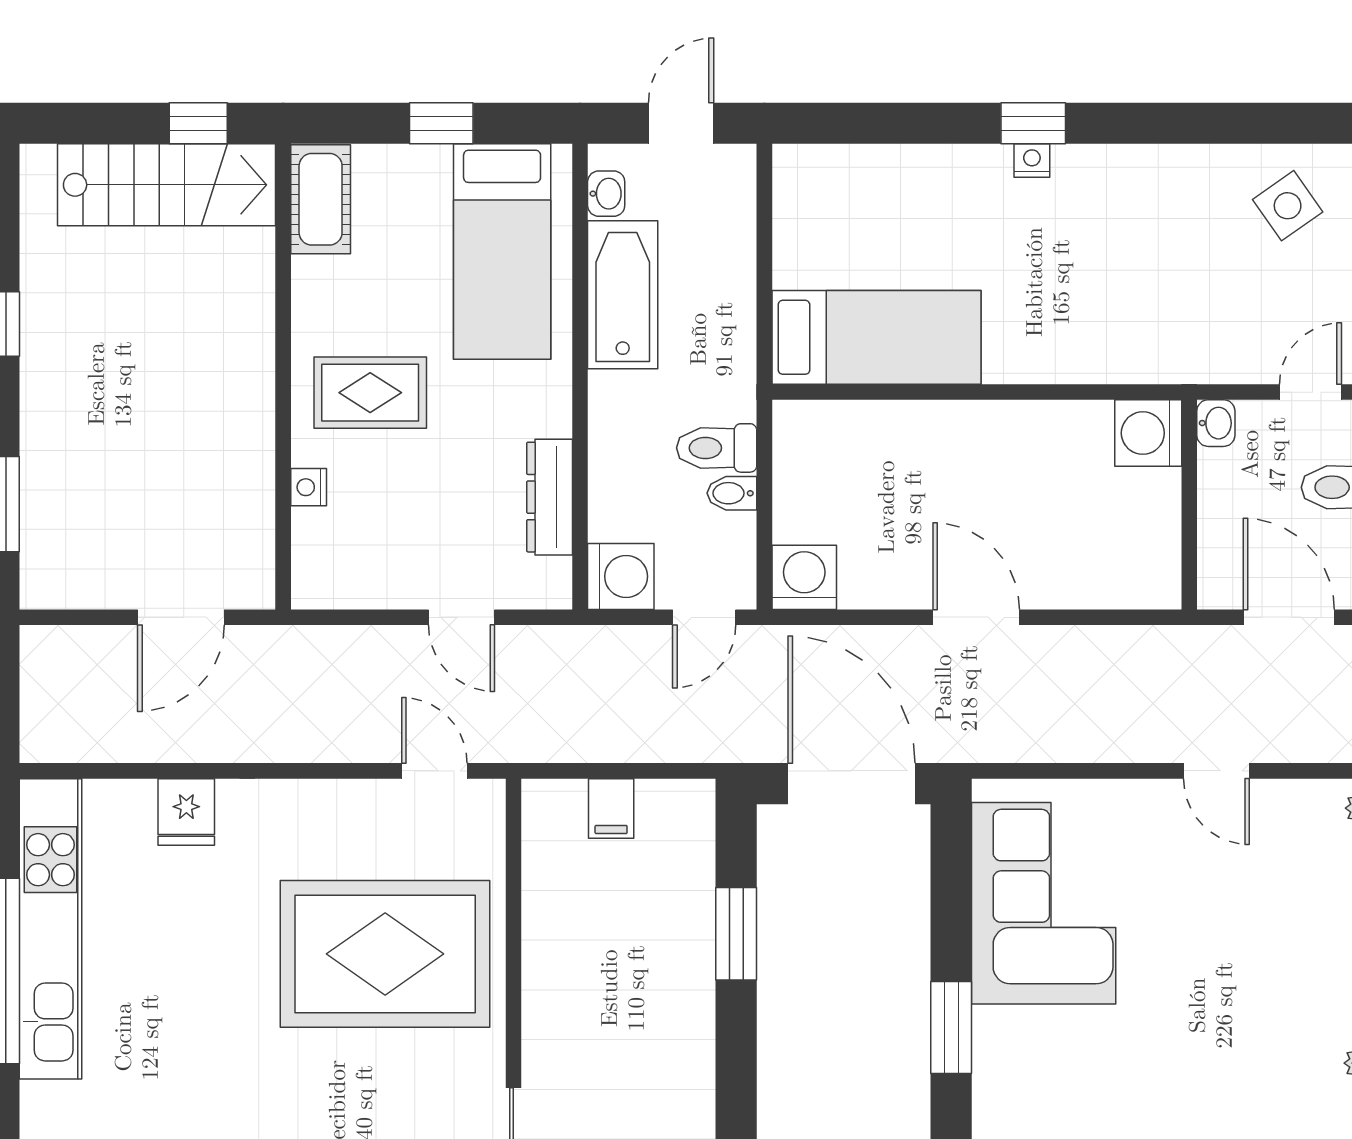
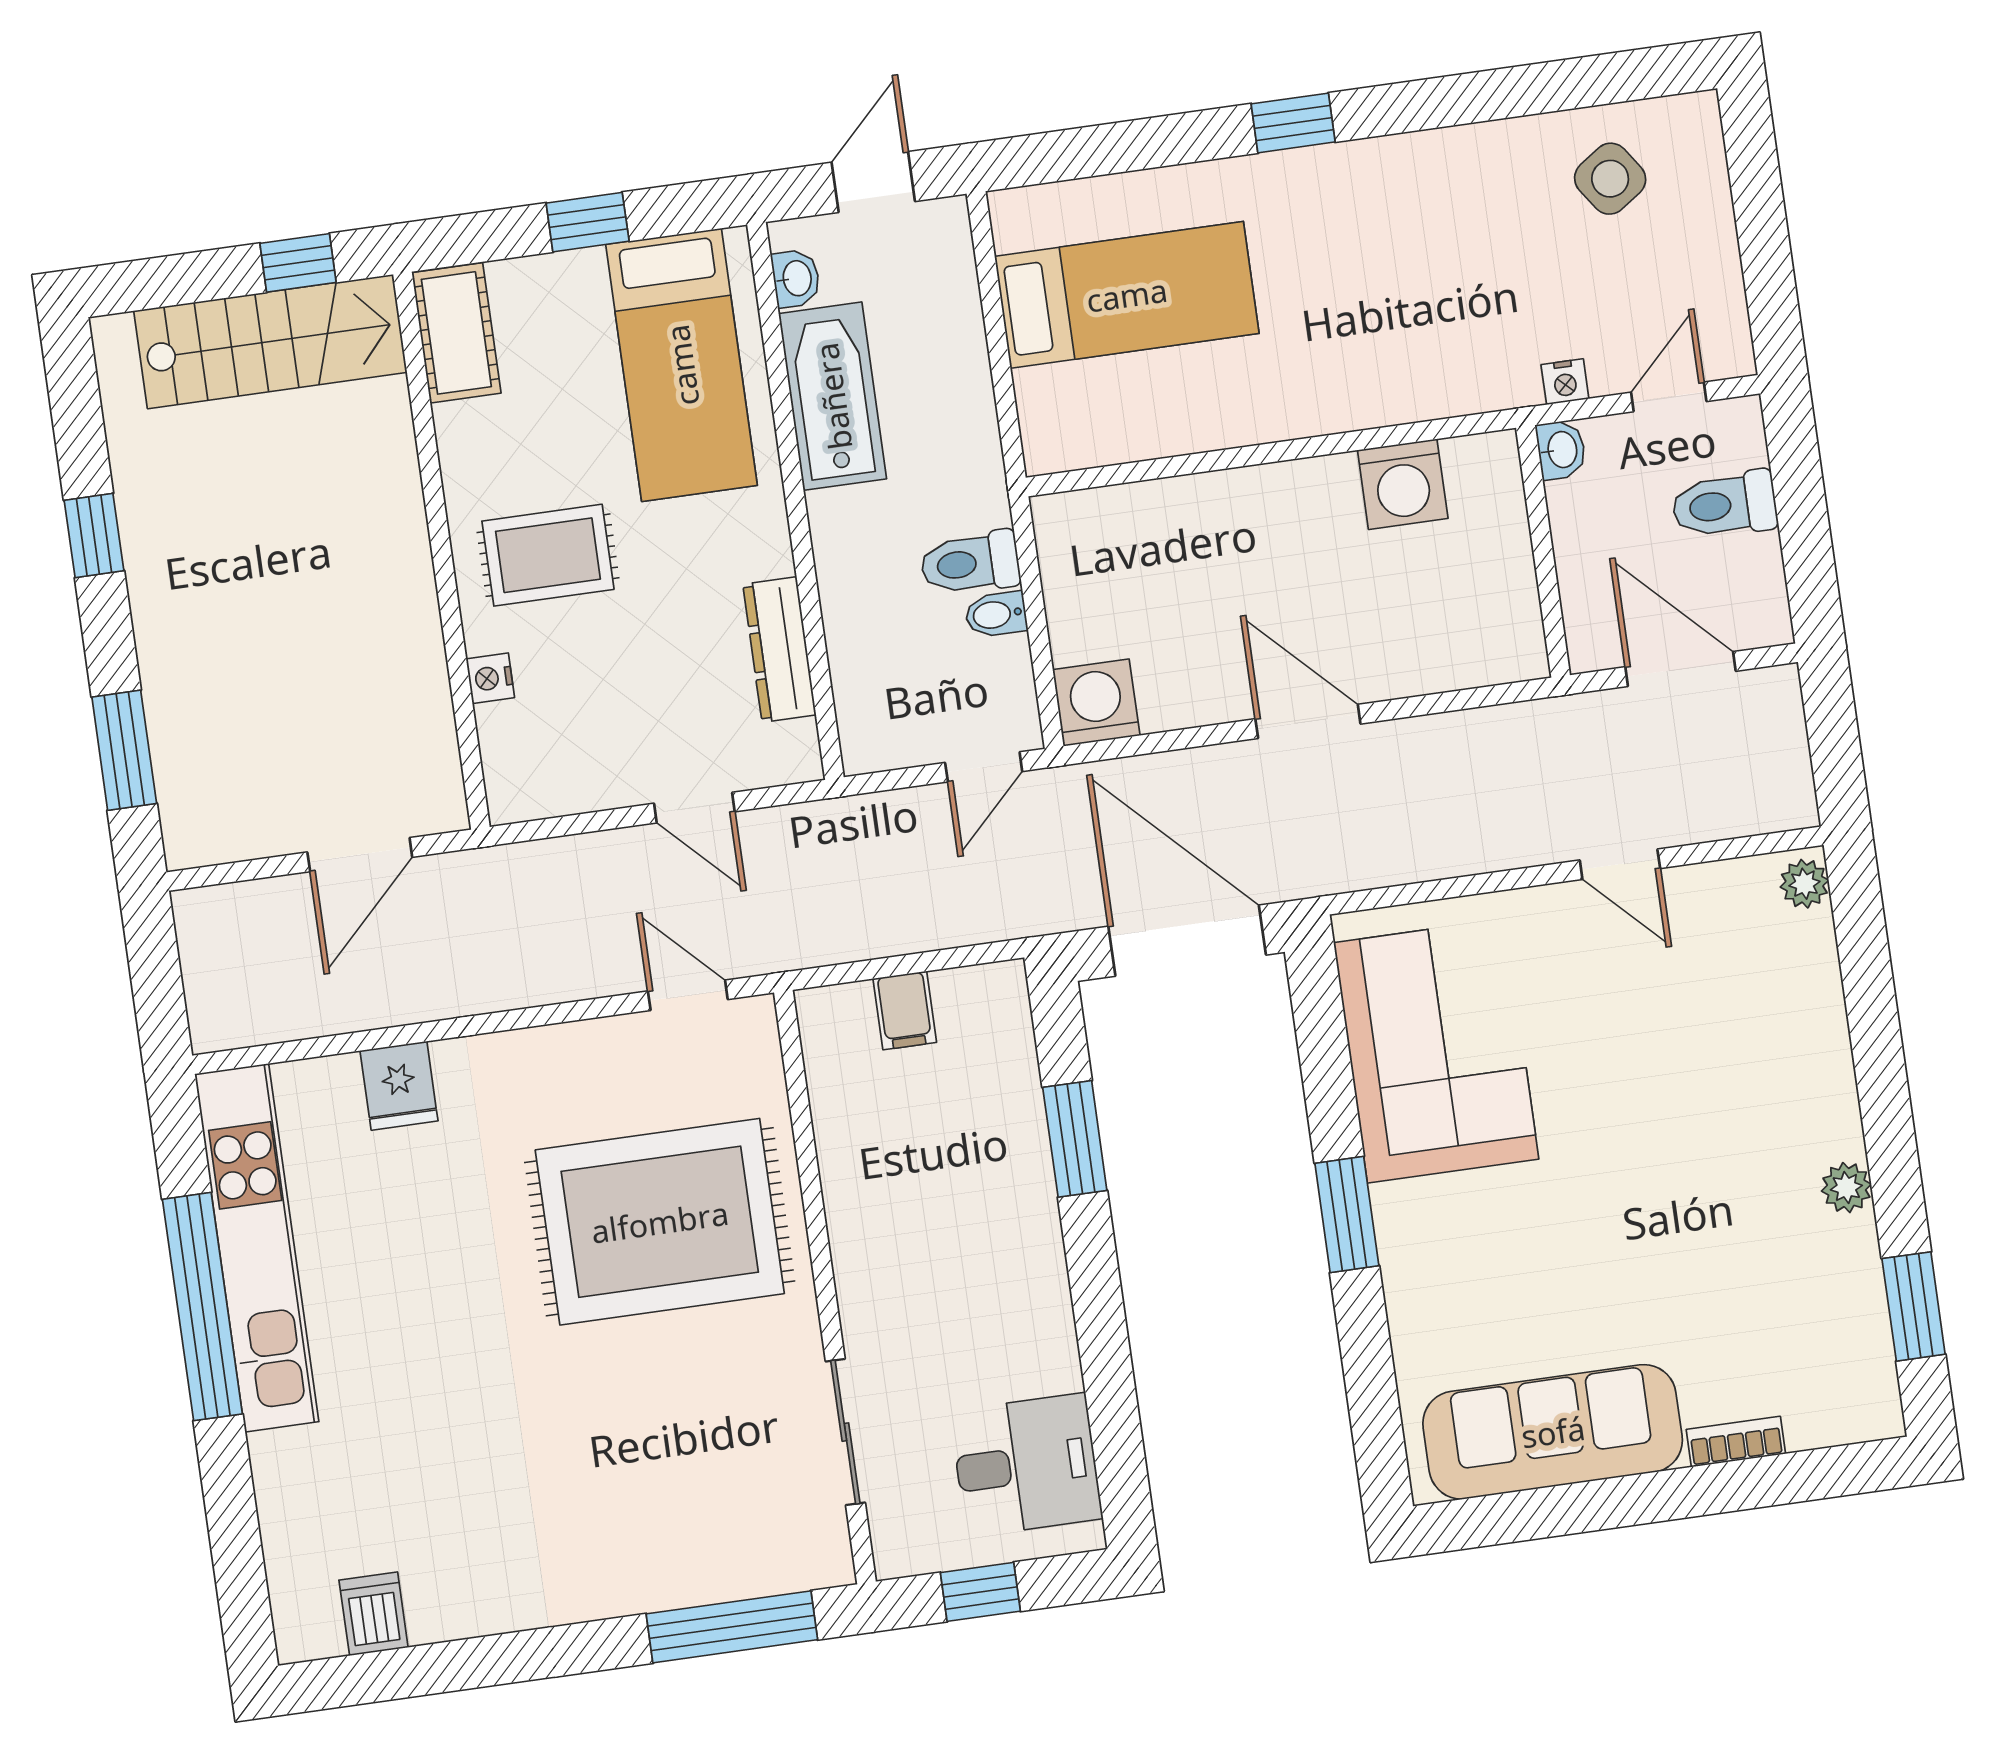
nightstand: (1032, 161) -> (1565, 382), moved, turned 180
bed: (876, 337) -> (1127, 295), moved
washing machine: (1148, 433) -> (1403, 484), moved, turned -90
washing machine: (621, 576) -> (878, 732), removed

